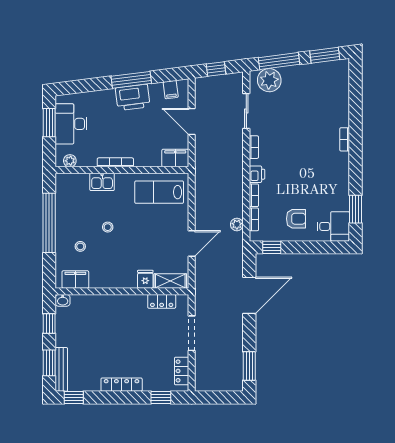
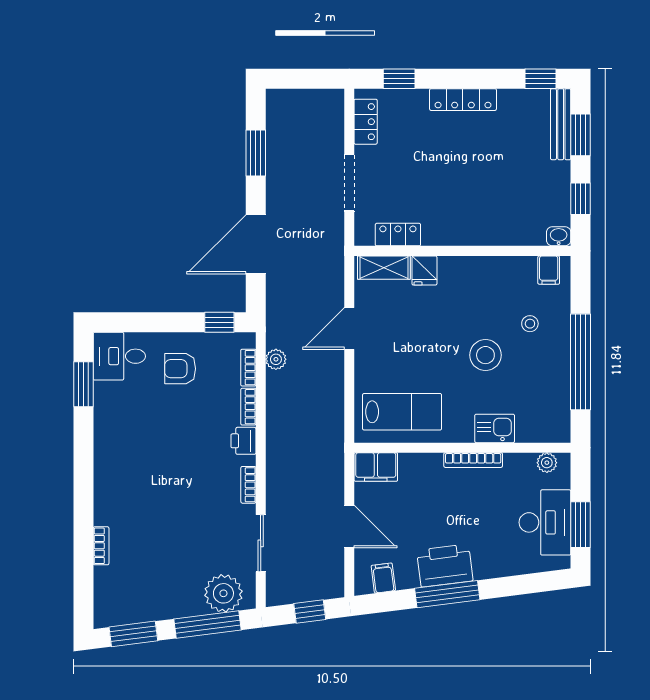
bookcase: (345, 139) -> (101, 546), moved
stool: (108, 227) -> (485, 355), width x1.89, depth x1.89
filing cabinet: (75, 279) -> (549, 270), width x0.50
window: (249, 366) -> (256, 153), moved

